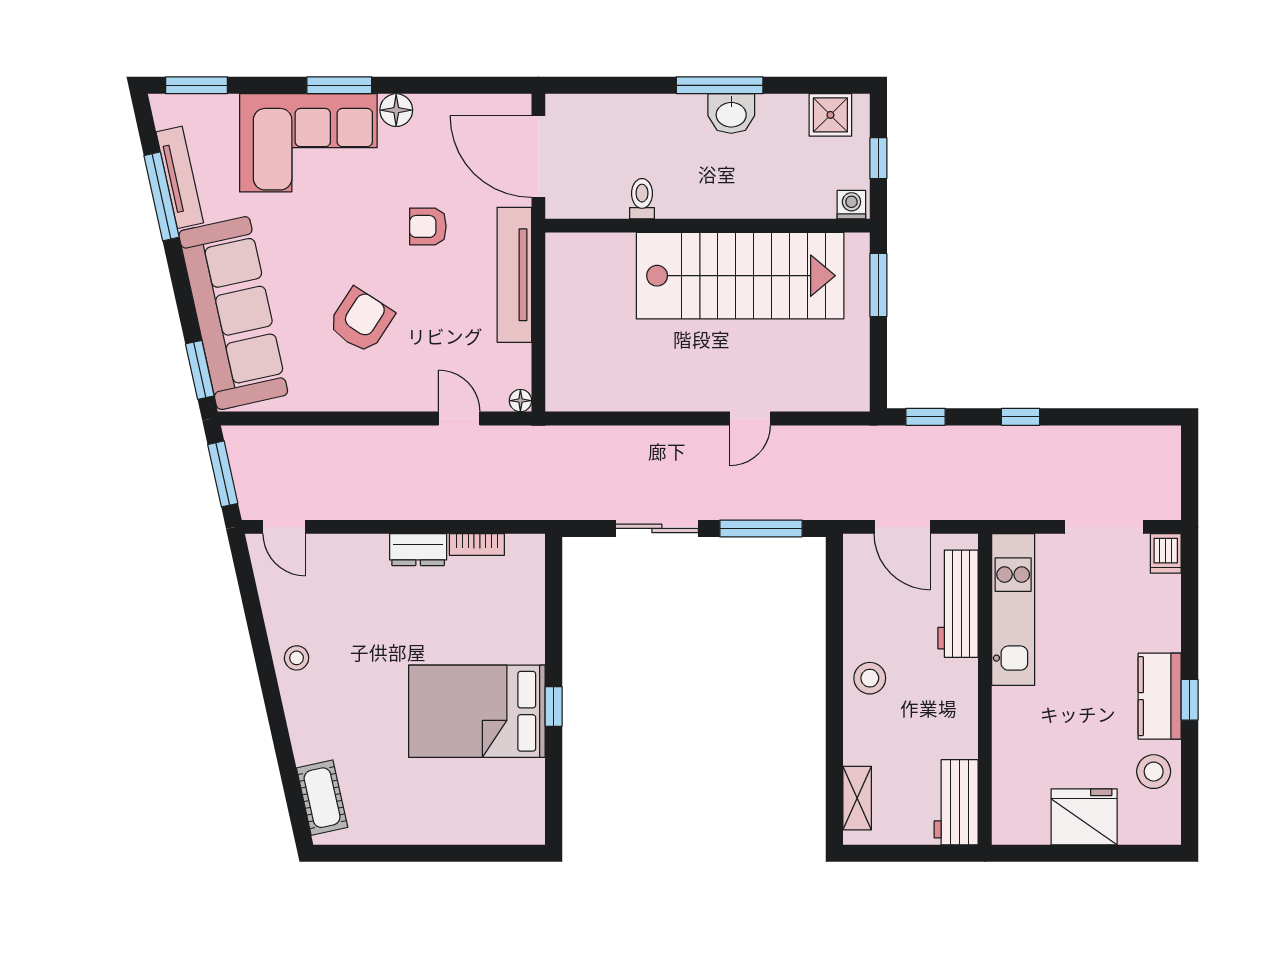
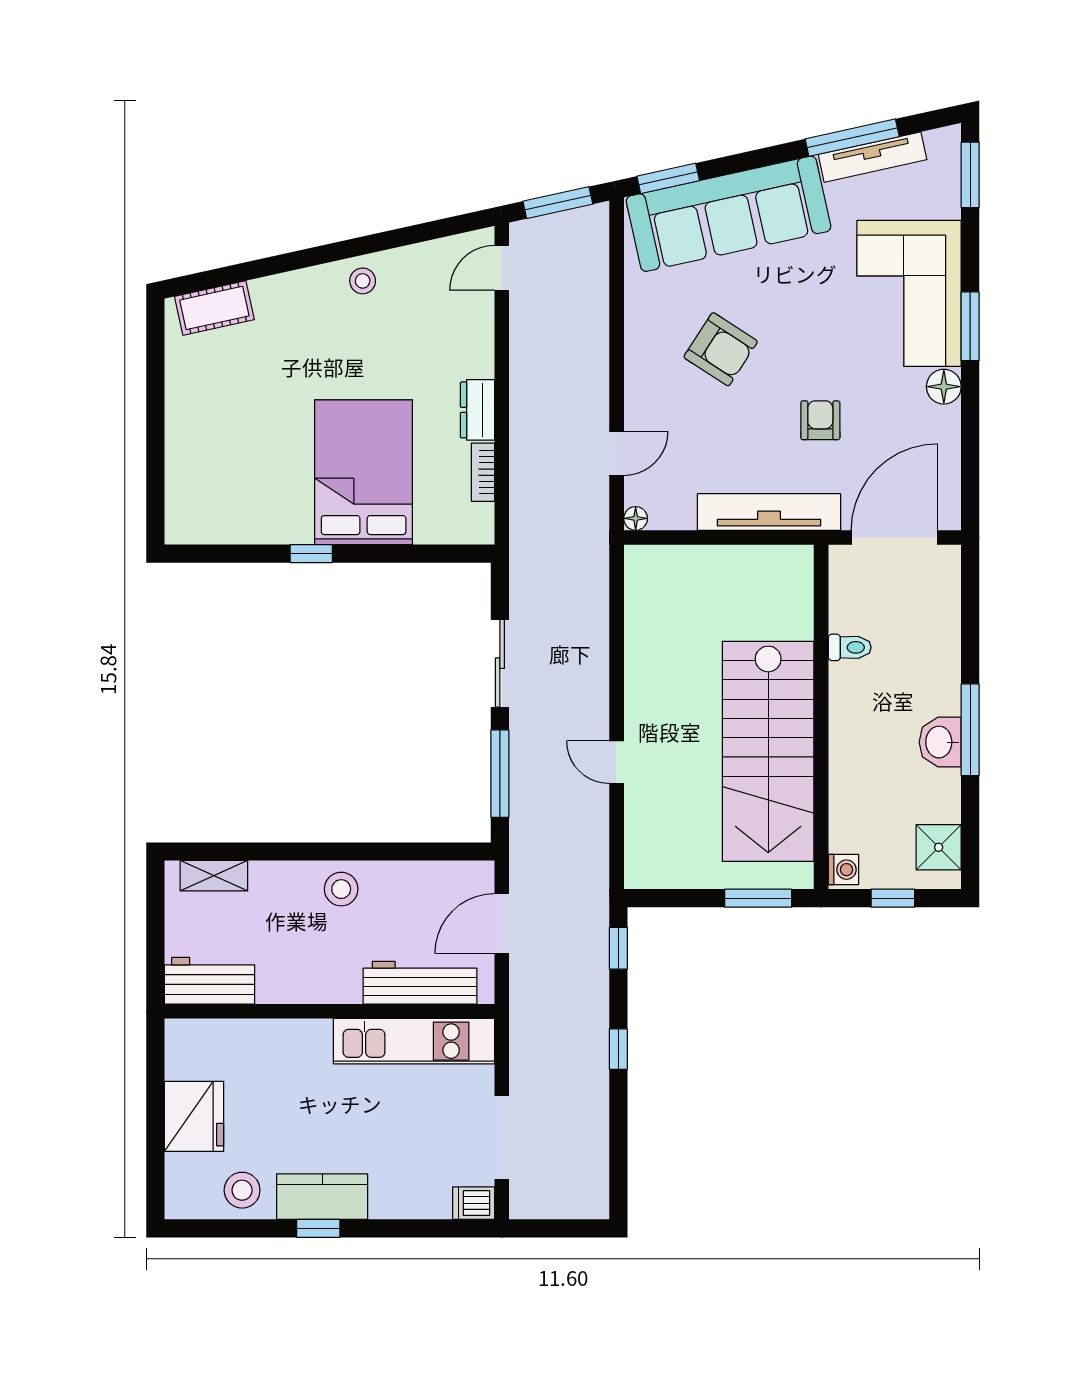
bed: (477, 711) -> (364, 472), moved

